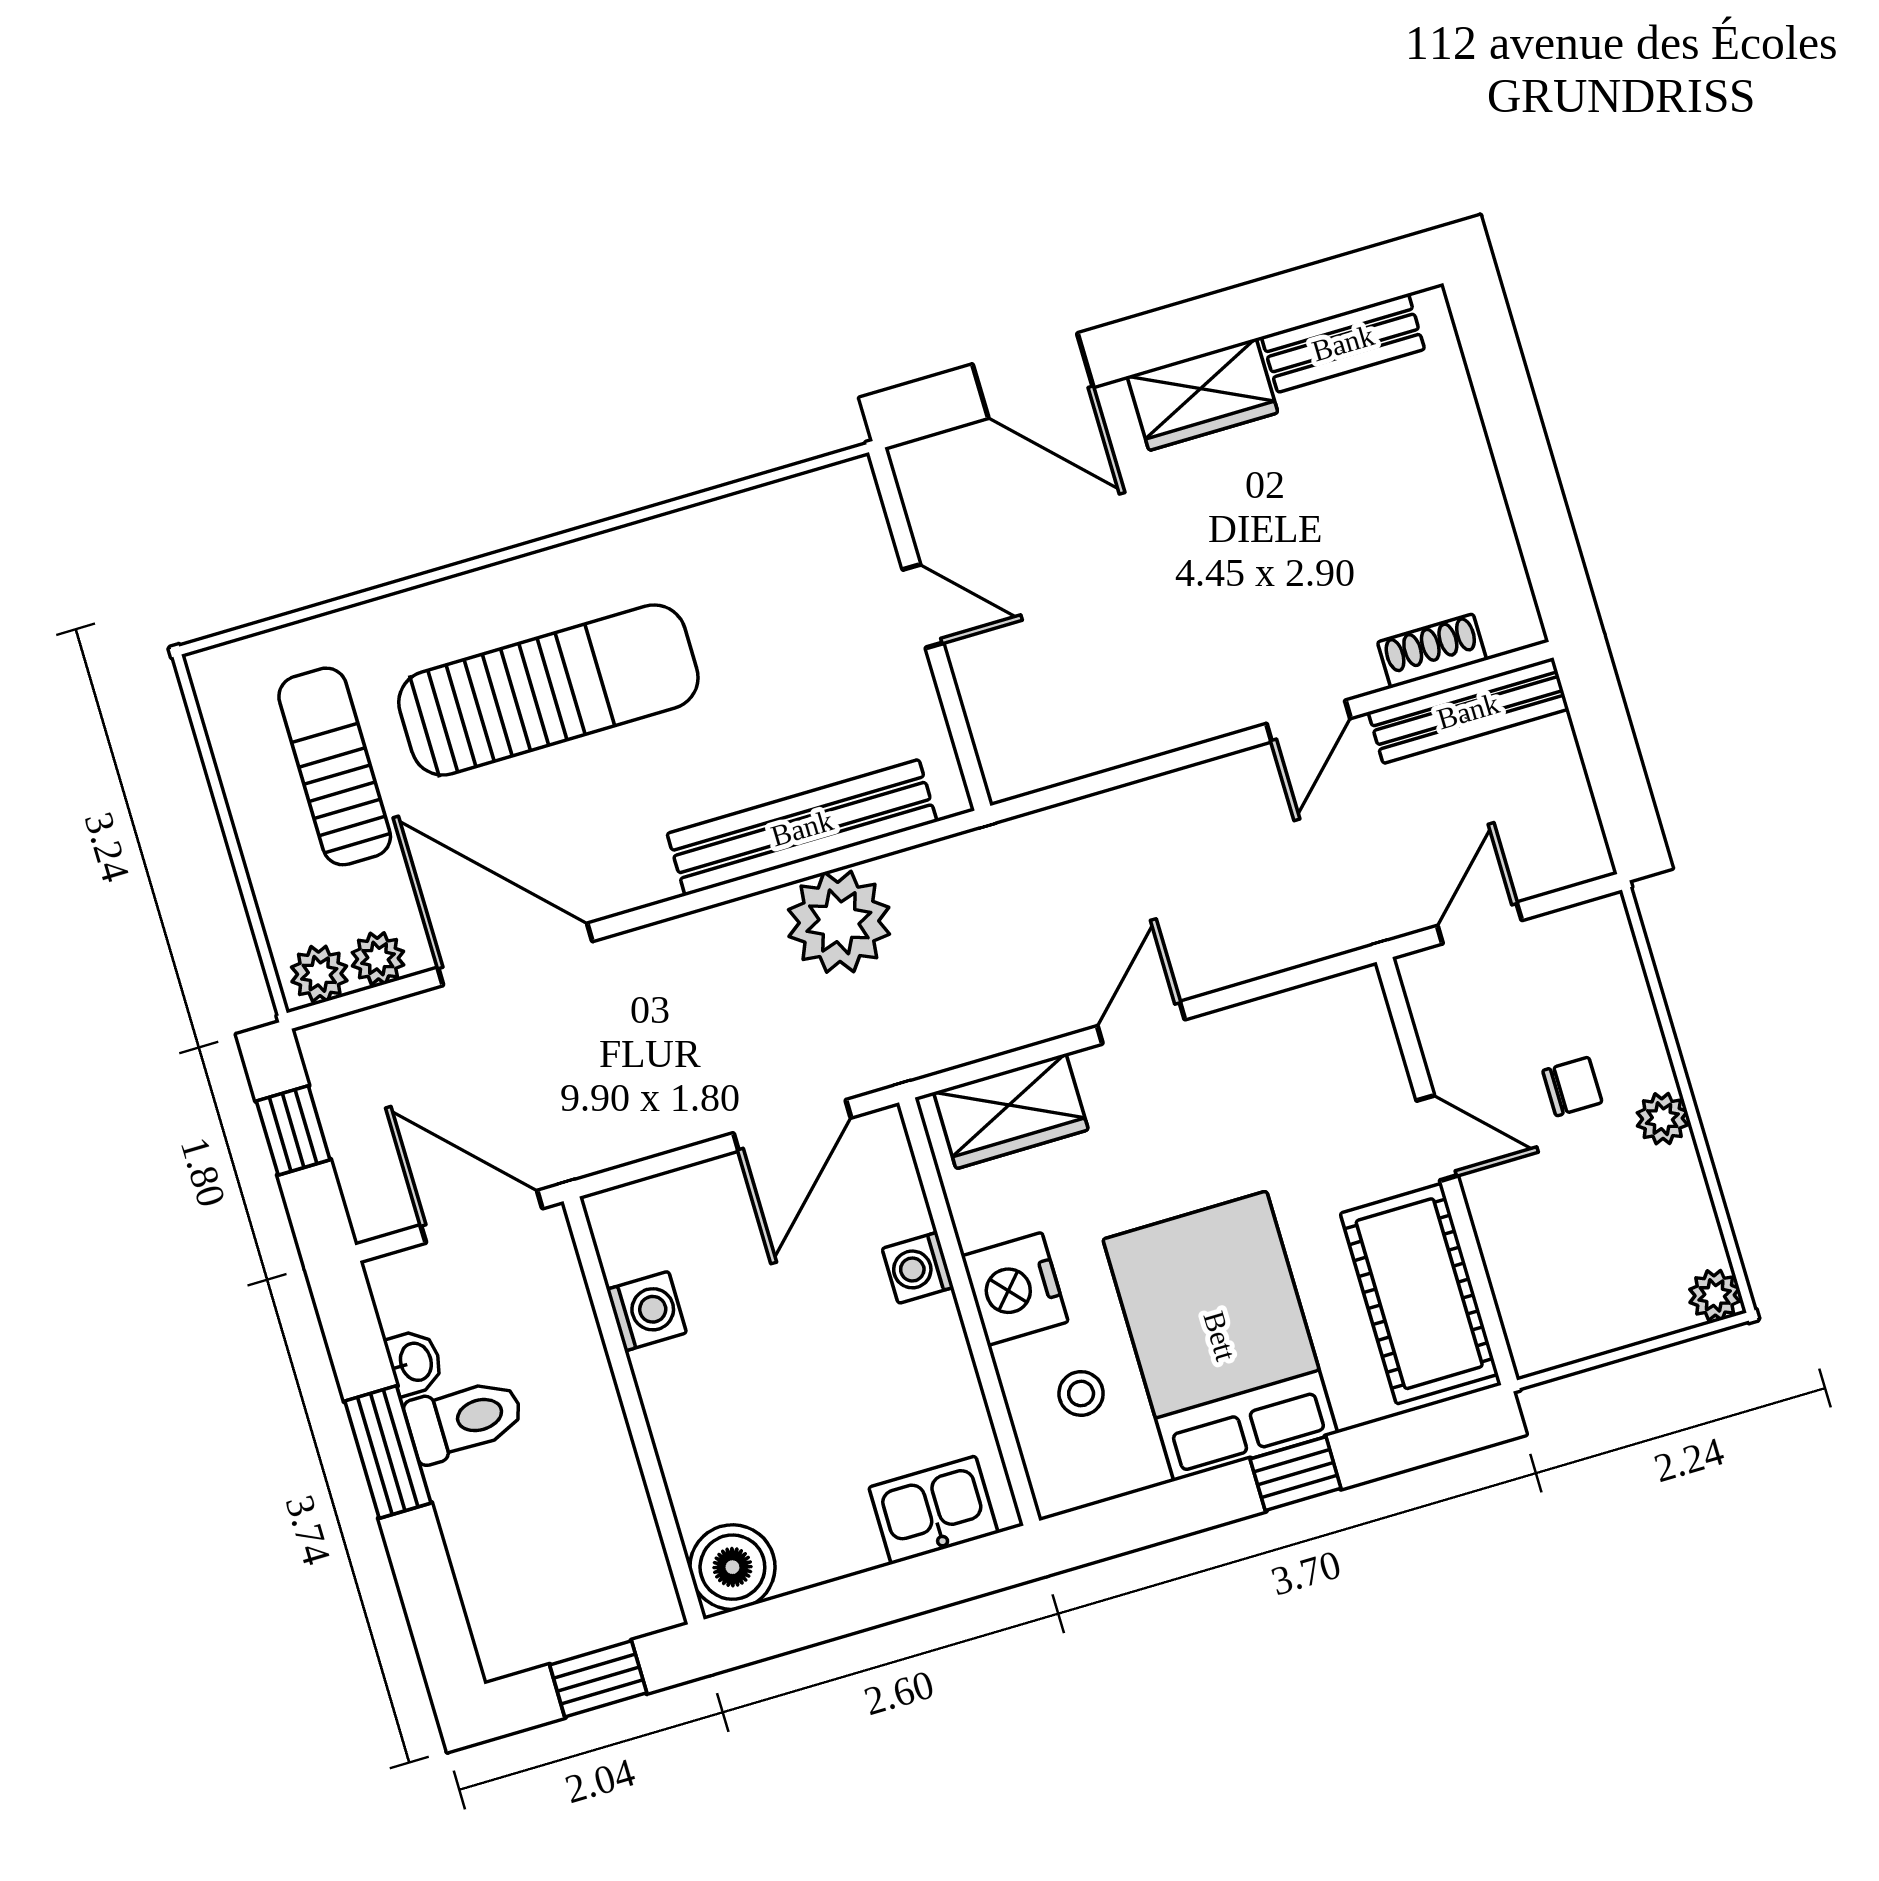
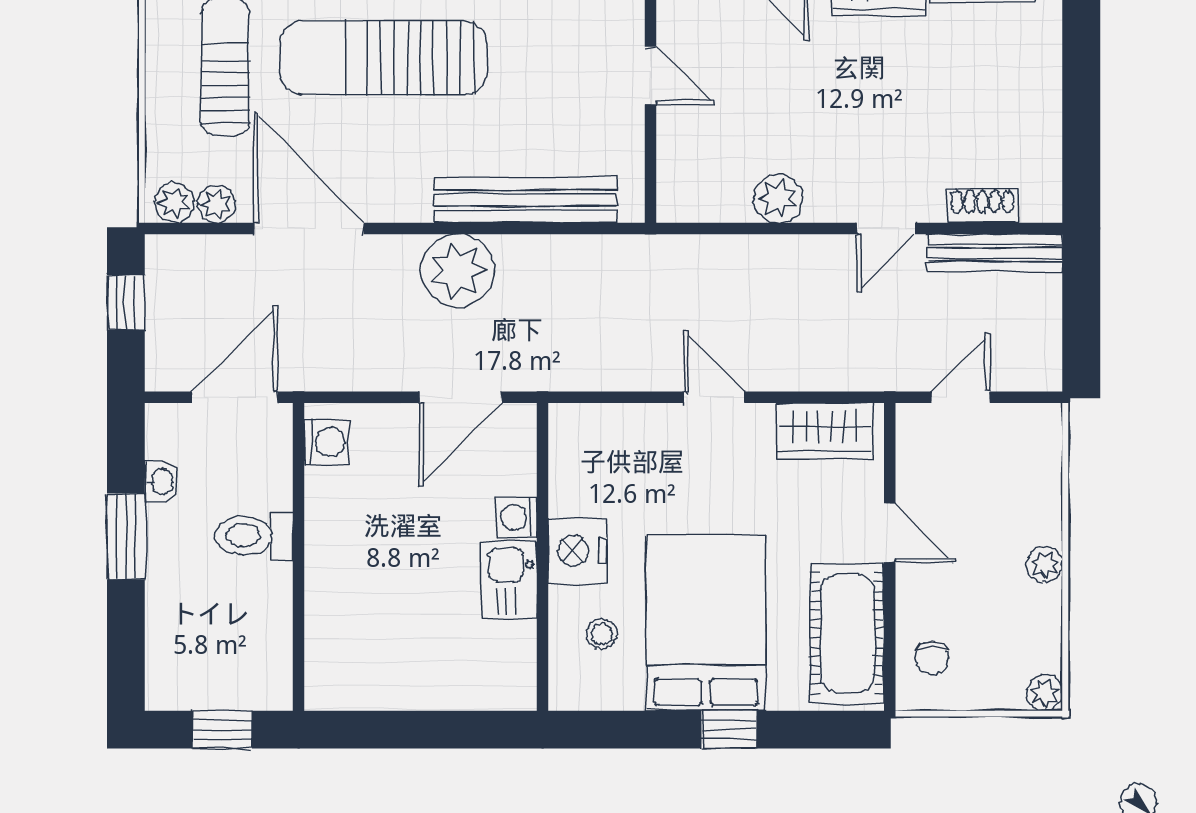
sun lounger: (548, 690) -> (383, 58), turned 180
plant: (1148, 723) -> (778, 198), added
plant: (839, 922) -> (458, 270), moved
door: (1141, 1023) -> (714, 397), hinge flipped
chair: (1572, 1087) -> (932, 658), moved, turned 90
wardrobe: (1011, 1111) -> (825, 431), moved
door: (482, 1217) -> (235, 397), hinge flipped
washing machine: (647, 1311) -> (327, 442), moved
toilet: (465, 1419) -> (254, 536), moved, turned 180
kitchen sink: (933, 1510) -> (509, 580), moved, turned -90
boiler: (732, 1567) -> (334, 681), removed

